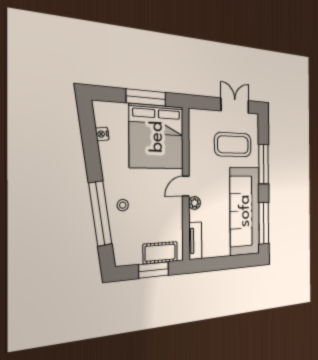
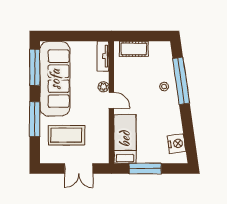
double door: (235, 106) -> (79, 168), moved
nightstand: (102, 134) -> (177, 144), width x1.89, depth x1.79
bed: (157, 137) -> (125, 139), width x0.49
door: (186, 186) -> (111, 100), hinge flipped
window: (154, 270) -> (139, 36), removed

